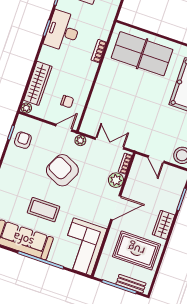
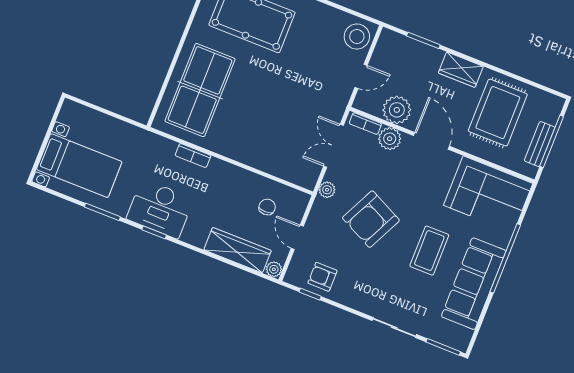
door: (64, 128) -> (297, 237), moved
plant: (135, 184) -> (397, 110), added
bench: (131, 284) -> (540, 144), moved

